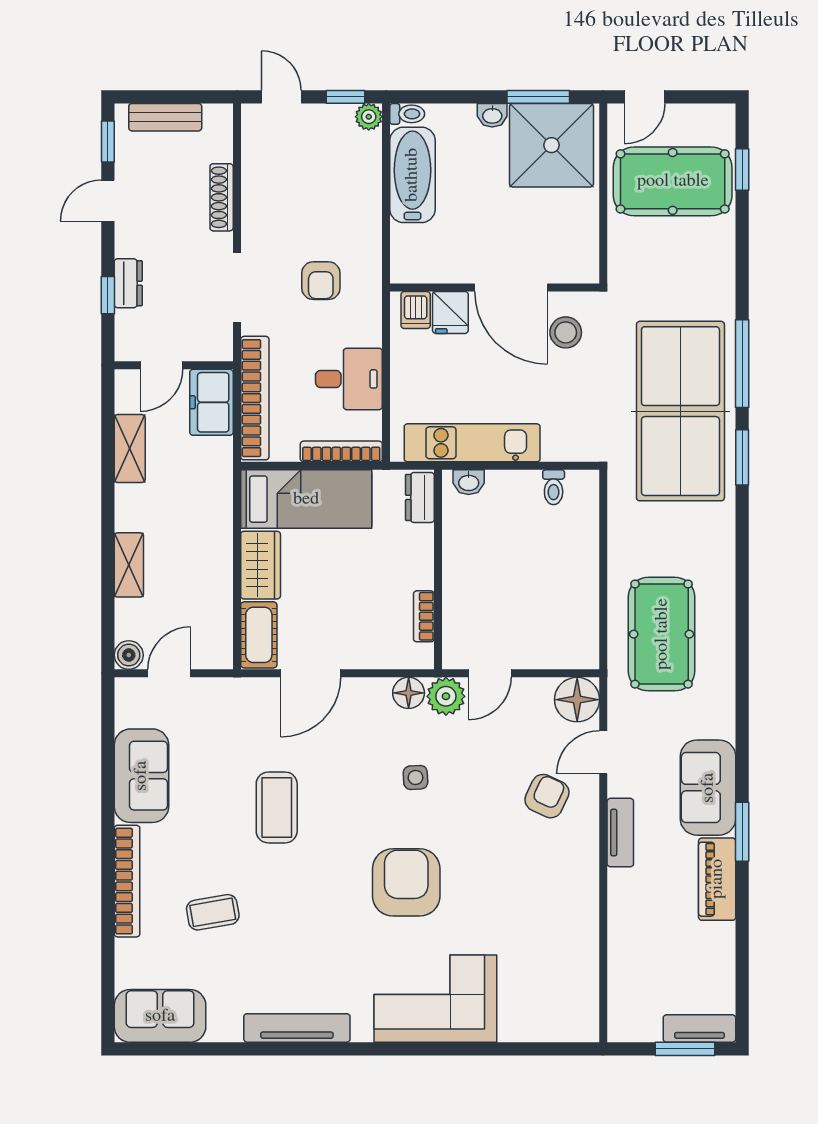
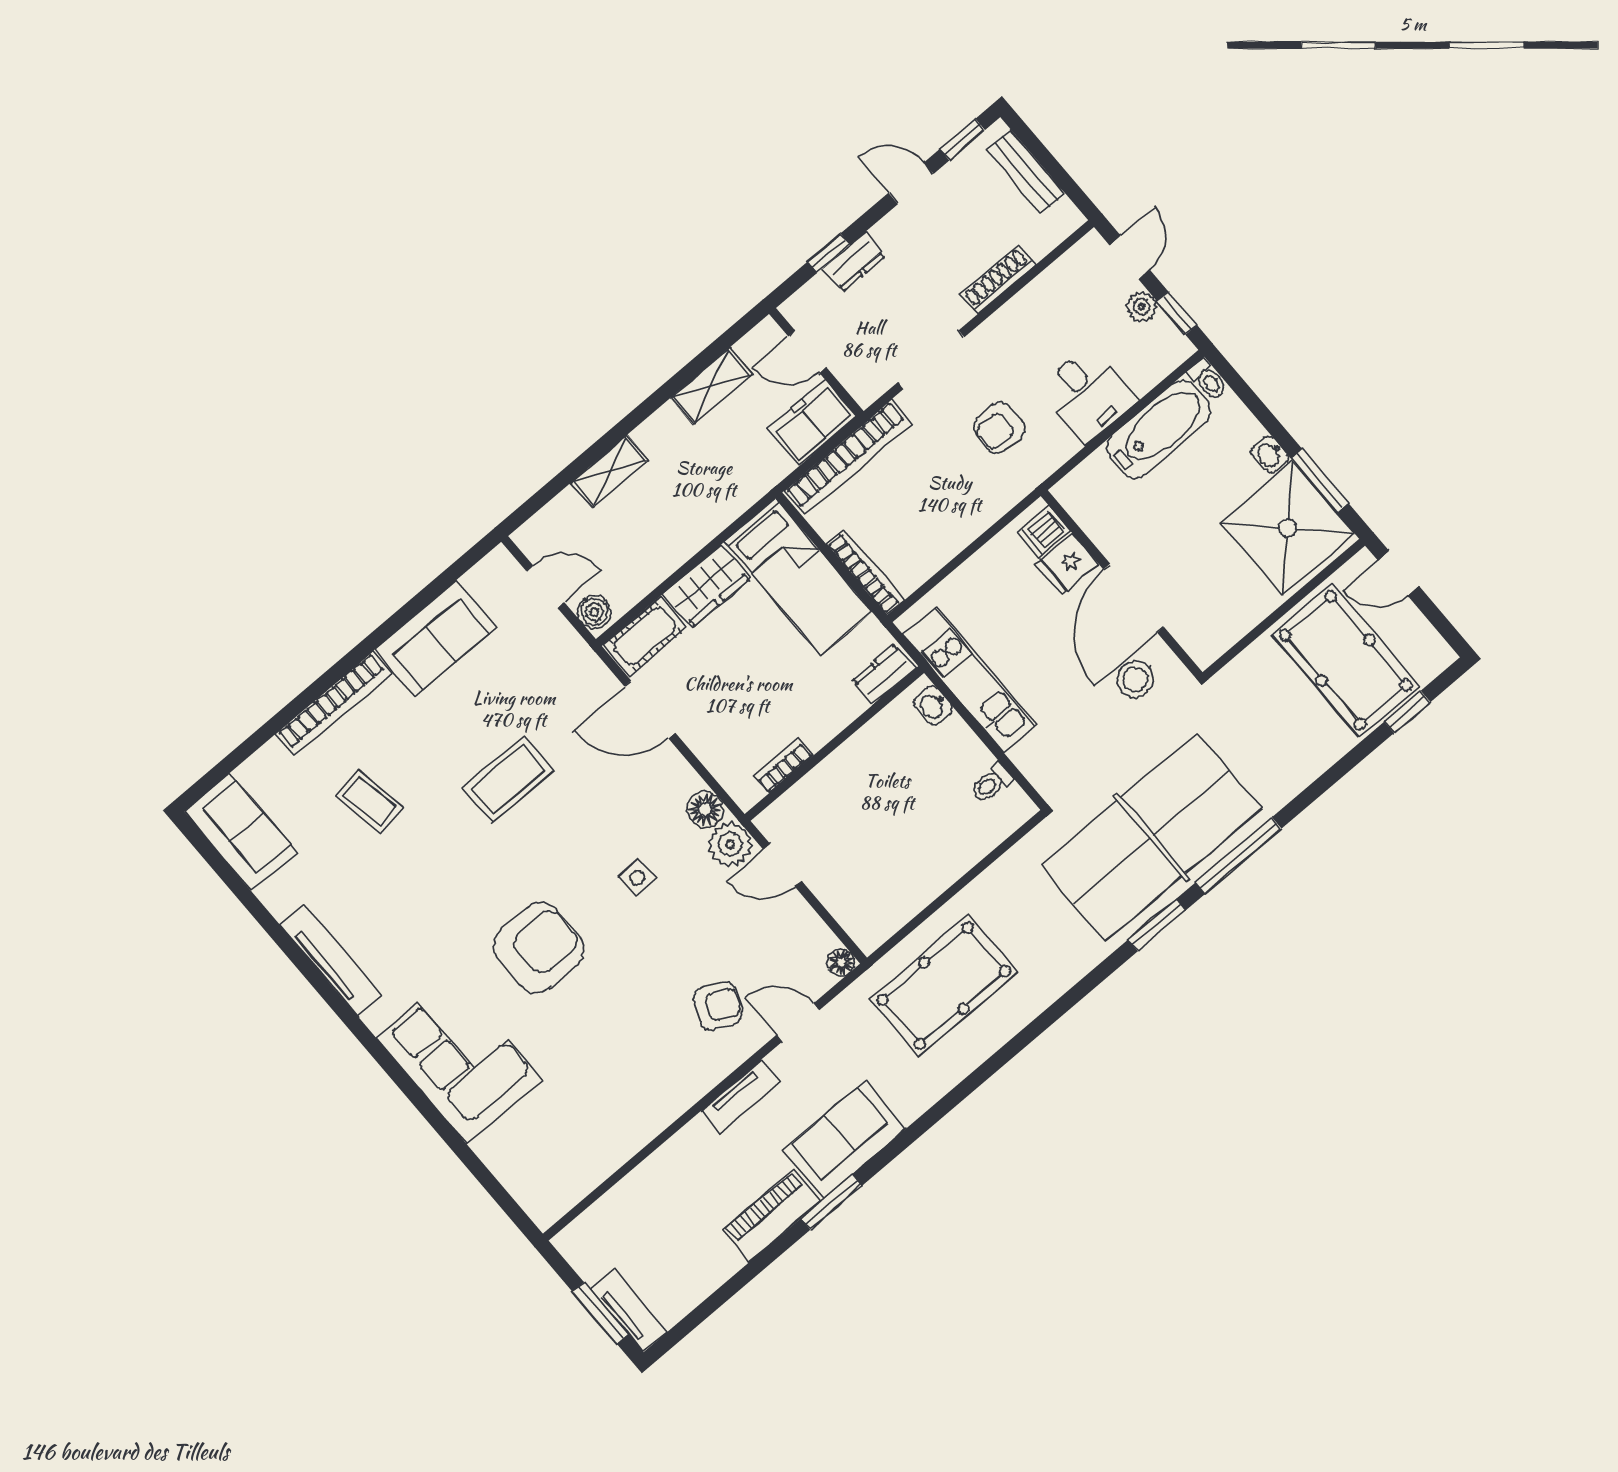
plant: (369, 117) -> (1142, 307), moved
desk: (349, 379) -> (1088, 394), moved
boiler: (129, 655) -> (594, 612), moved
floor lamp: (577, 700) -> (841, 962), width x0.53, depth x0.53

